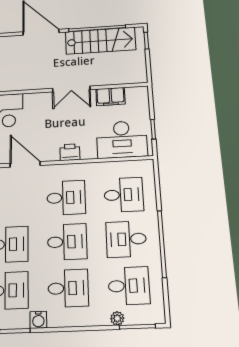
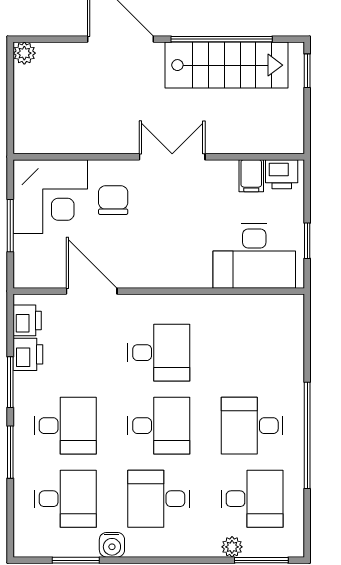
double door: (71, 89) -> (172, 157), swing flipped
filing cabinet: (110, 96) -> (251, 176), width x0.50
chair: (38, 114) -> (113, 200), added
printer: (70, 152) -> (282, 174), moved, turned 180
desk: (124, 195) -> (252, 353), removed
desk: (68, 288) -> (159, 499), turned 180

